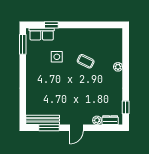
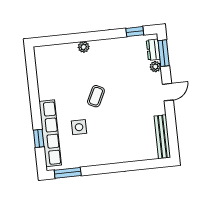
row of seats: (42, 34) -> (50, 133), width x2.02
coffee table: (86, 61) -> (96, 96), moved
window: (49, 128) -> (164, 53), moved
door: (76, 128) -> (168, 92), hinge flipped

